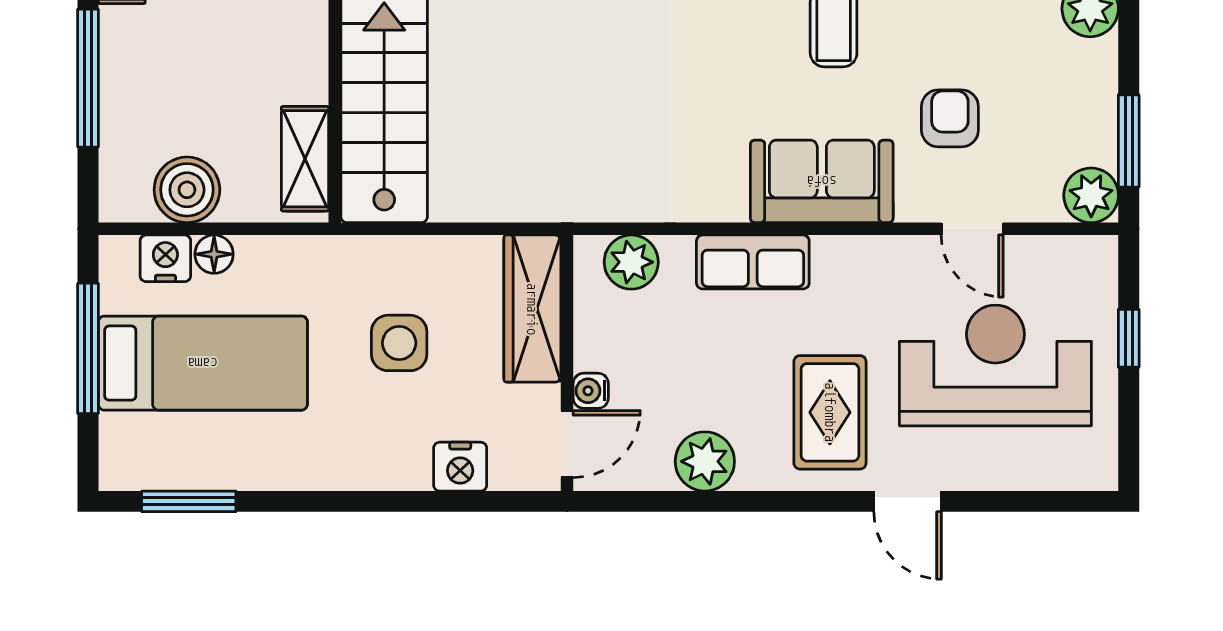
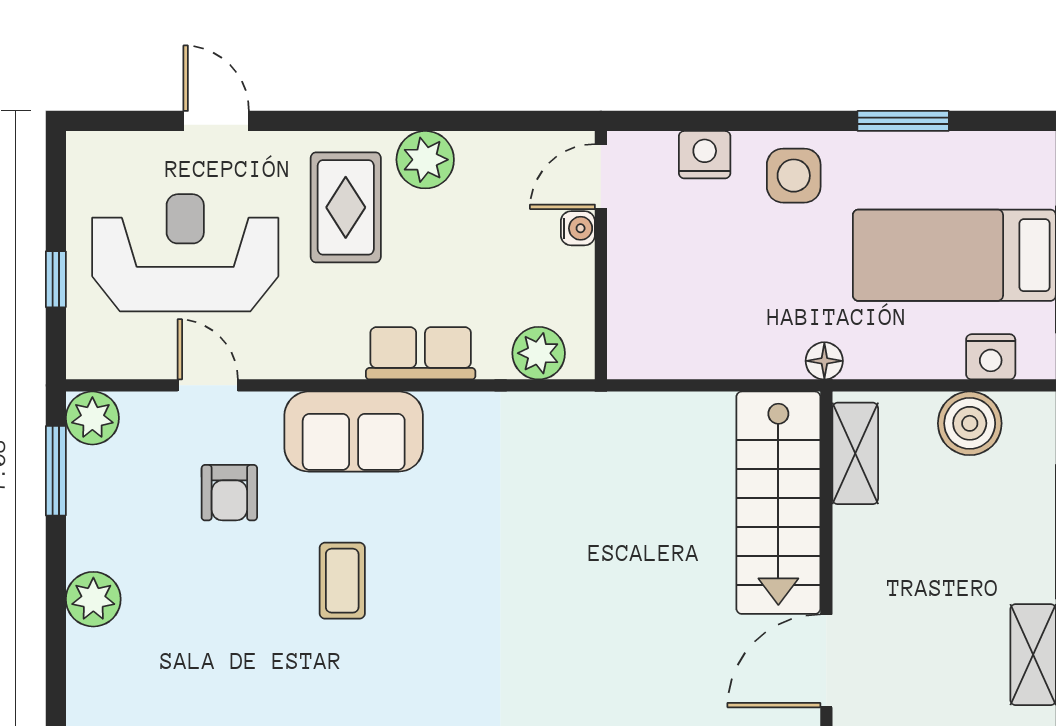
floor lamp: (214, 254) -> (824, 361), moved
wardrobe: (532, 309) -> (635, 308), removed
side table: (399, 343) -> (794, 176), moved
reception desk: (995, 365) -> (185, 253), turned 180
plant: (705, 461) -> (425, 160), moved
window: (189, 501) -> (903, 121), moved
door: (908, 501) -> (216, 121), moved

